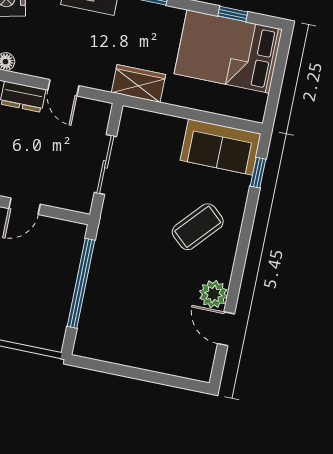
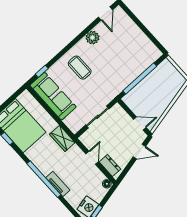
sofa: (221, 147) -> (53, 96), width x1.36
coffee table: (198, 227) -> (80, 68), turned 48
door: (226, 329) -> (105, 14), moved

